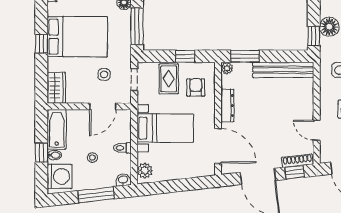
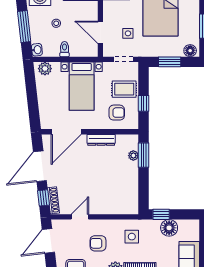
window: (137, 26) -> (170, 62), width x0.69
plant: (227, 68) -> (133, 156), moved
bench: (283, 70) -> (132, 188), removed

